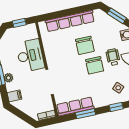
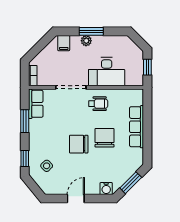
row of seats: (70, 21) -> (137, 127), width x0.73
chair: (85, 45) -> (105, 138), turned 90
wheelchair: (113, 57) -> (98, 104), moved
row of seats: (75, 106) -> (36, 104), width x0.68

